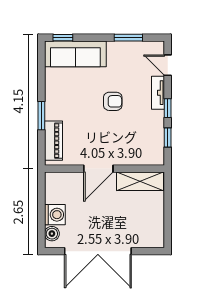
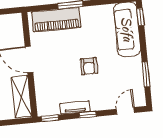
tv unit: (158, 93) -> (75, 107), moved
window: (168, 137) -> (50, 118), moved
piano: (53, 141) -> (56, 20), width x1.37, depth x1.33

